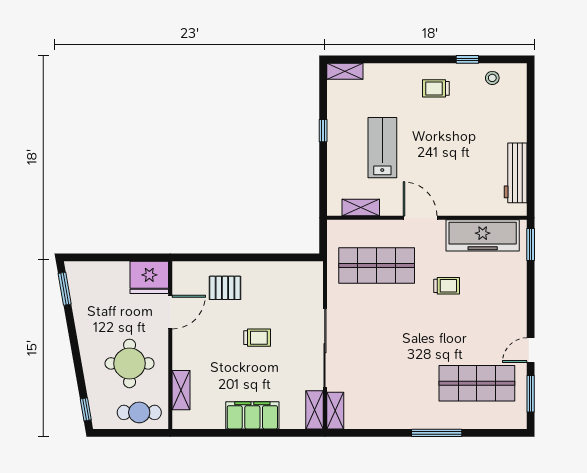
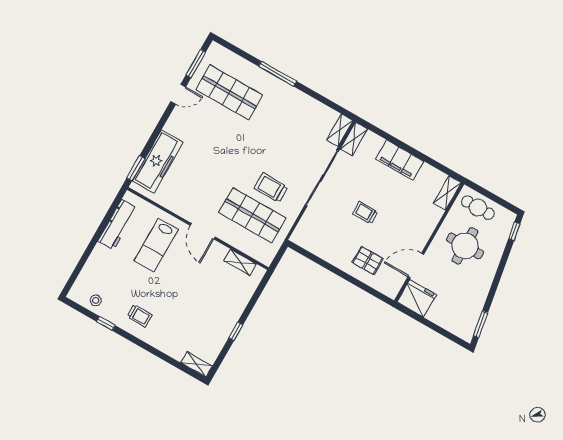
lab bench: (382, 148) -> (156, 245), moved
freezer: (483, 235) -> (158, 162), moved, turned 90
trolley: (447, 286) -> (271, 188), moved, width x1.36, depth x1.39
shelving: (181, 390) -> (447, 193), moved

